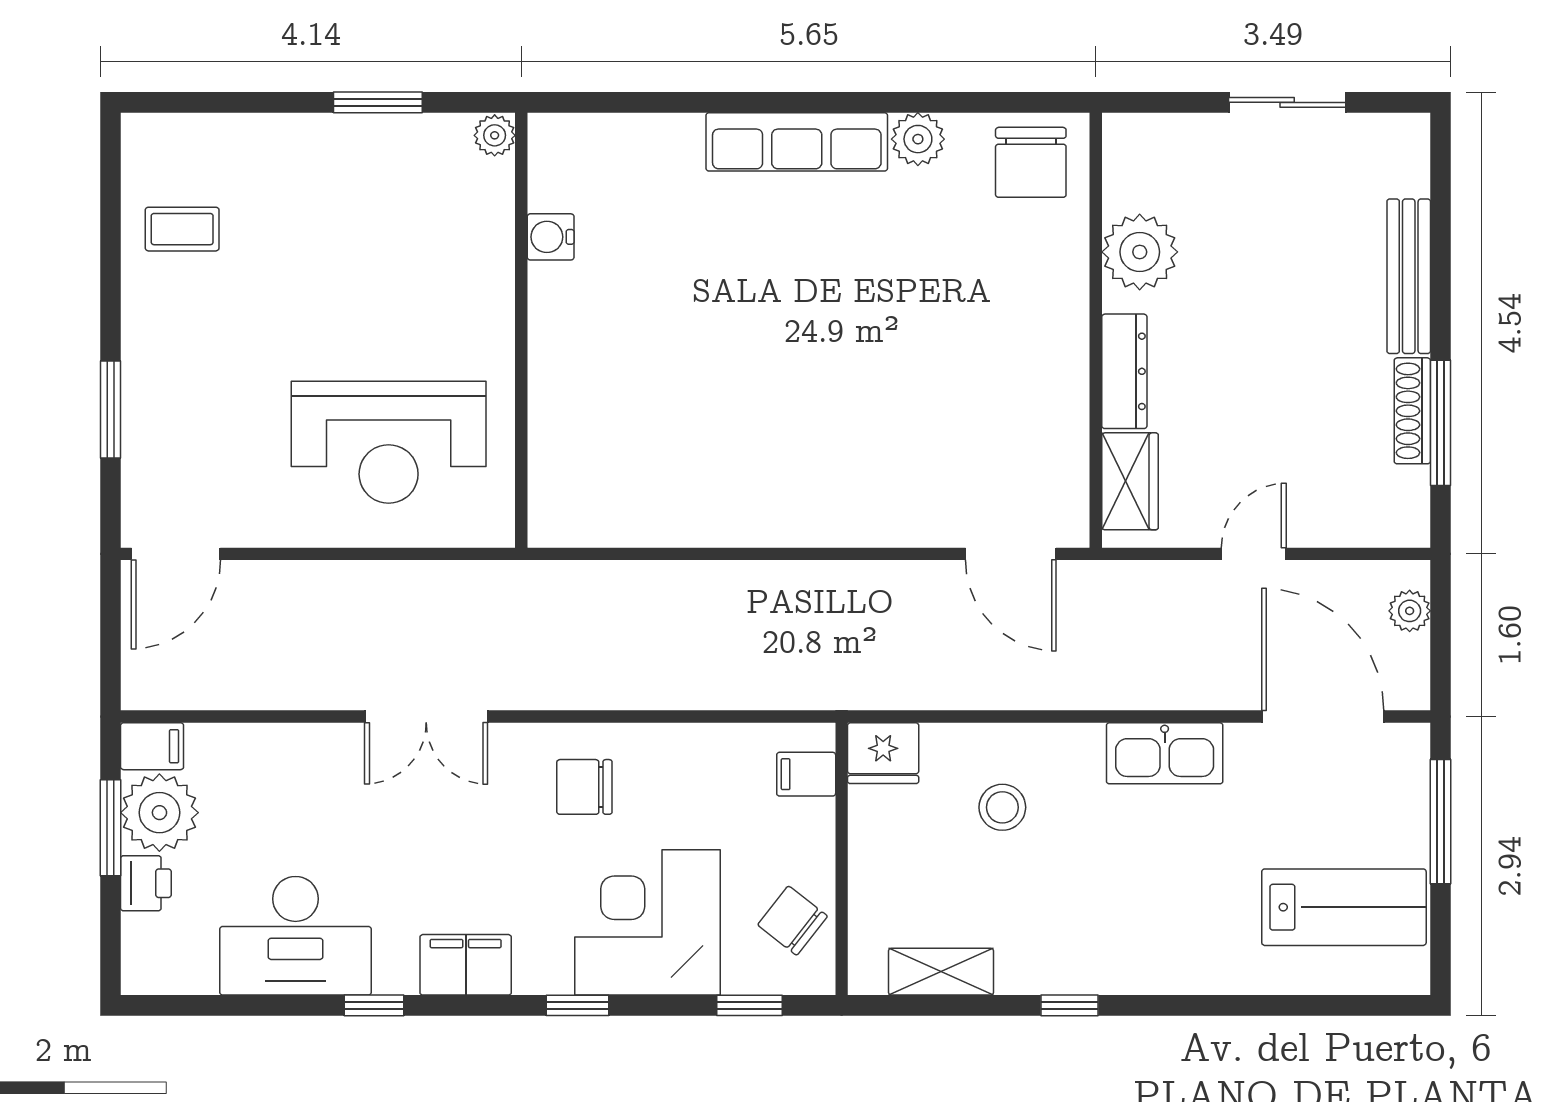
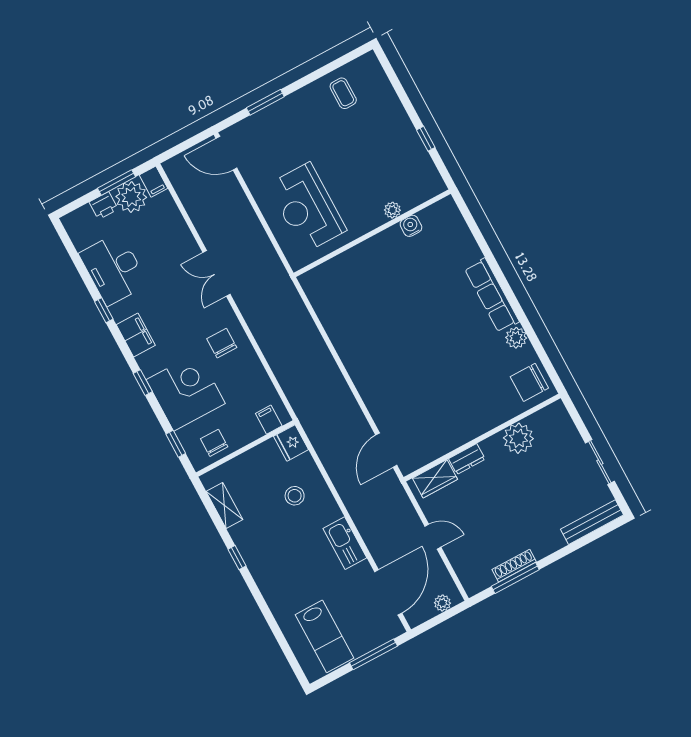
window: (378, 102) -> (426, 139), width x0.67
plant: (495, 135) -> (392, 210), moved
bench: (1409, 276) -> (592, 522), moved
dresser: (1124, 371) -> (467, 459), width x0.70
chair: (793, 921) -> (214, 443), turned -38

